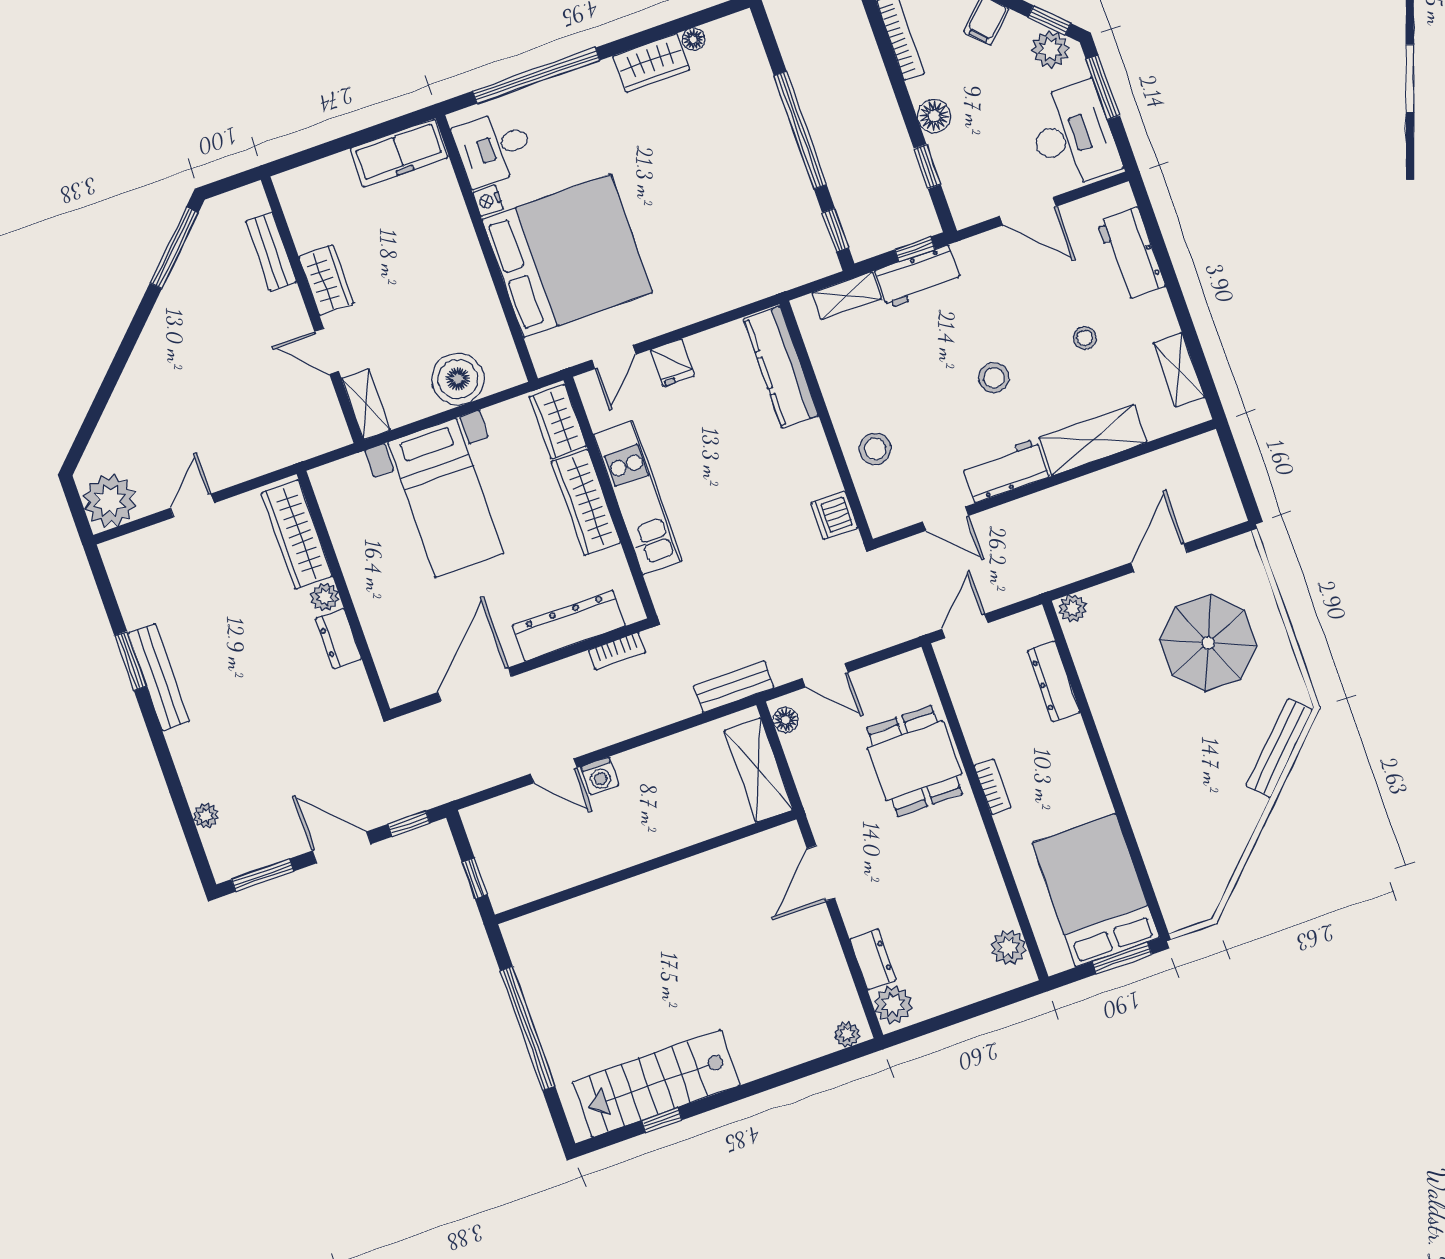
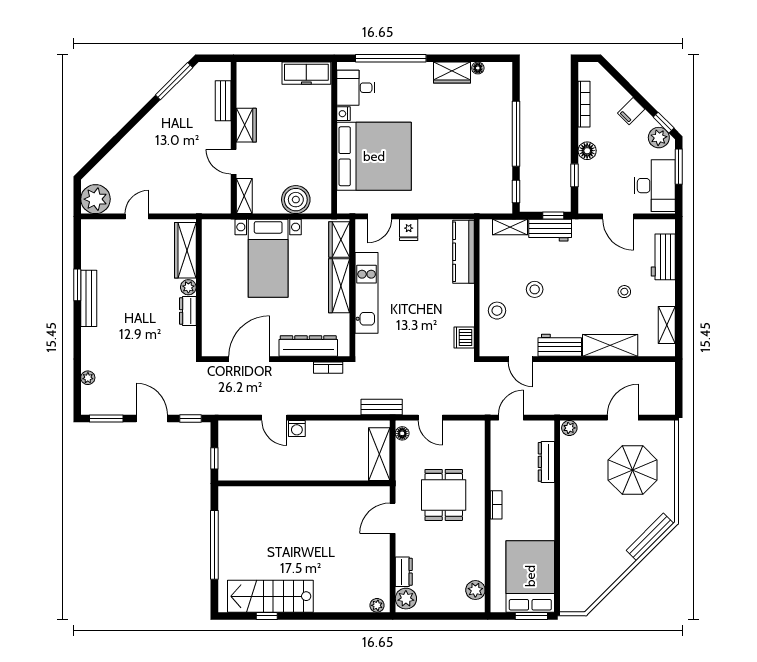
stool: (994, 378) -> (535, 289), moved
dining table: (915, 761) -> (444, 495), moved

